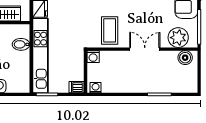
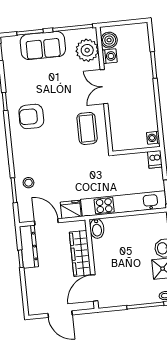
coffee table: (110, 30) -> (87, 128), turned 90
bidet: (21, 44) -> (97, 229), moved
washing machine: (93, 57) -> (110, 56), moved

